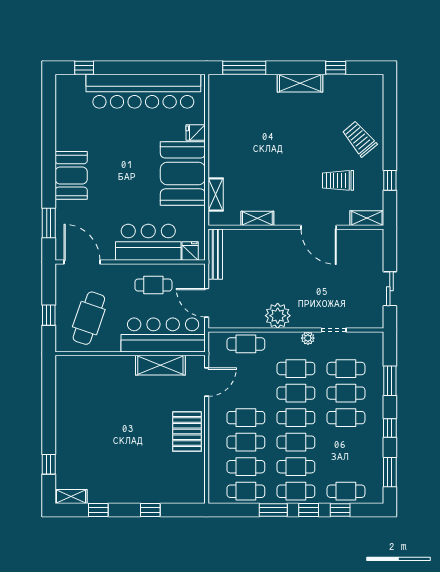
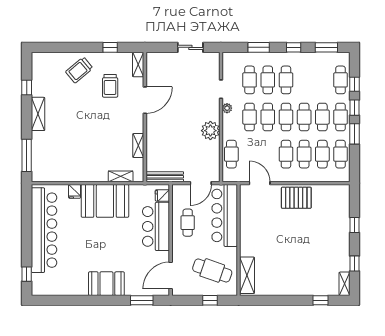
shelving: (160, 365) -> (247, 275), moved

